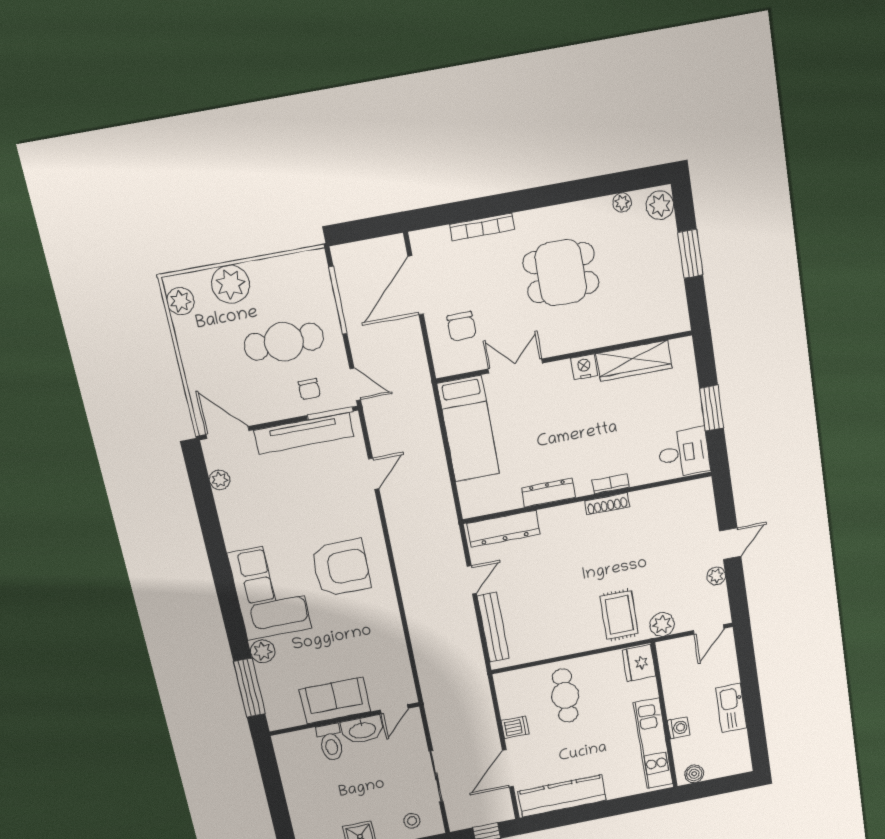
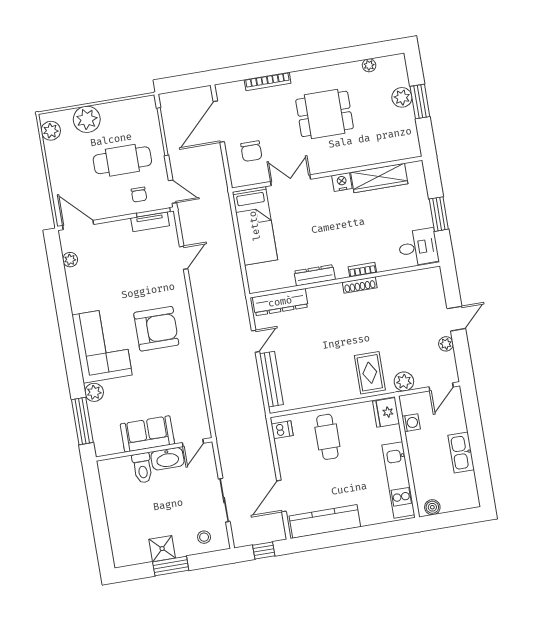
plant: (660, 205) -> (402, 97), moved
tv unit: (304, 433) -> (150, 222), width x0.52, depth x0.78
dishwasher: (515, 727) -> (282, 430), moved
washing machine: (678, 728) -> (411, 423), moved

